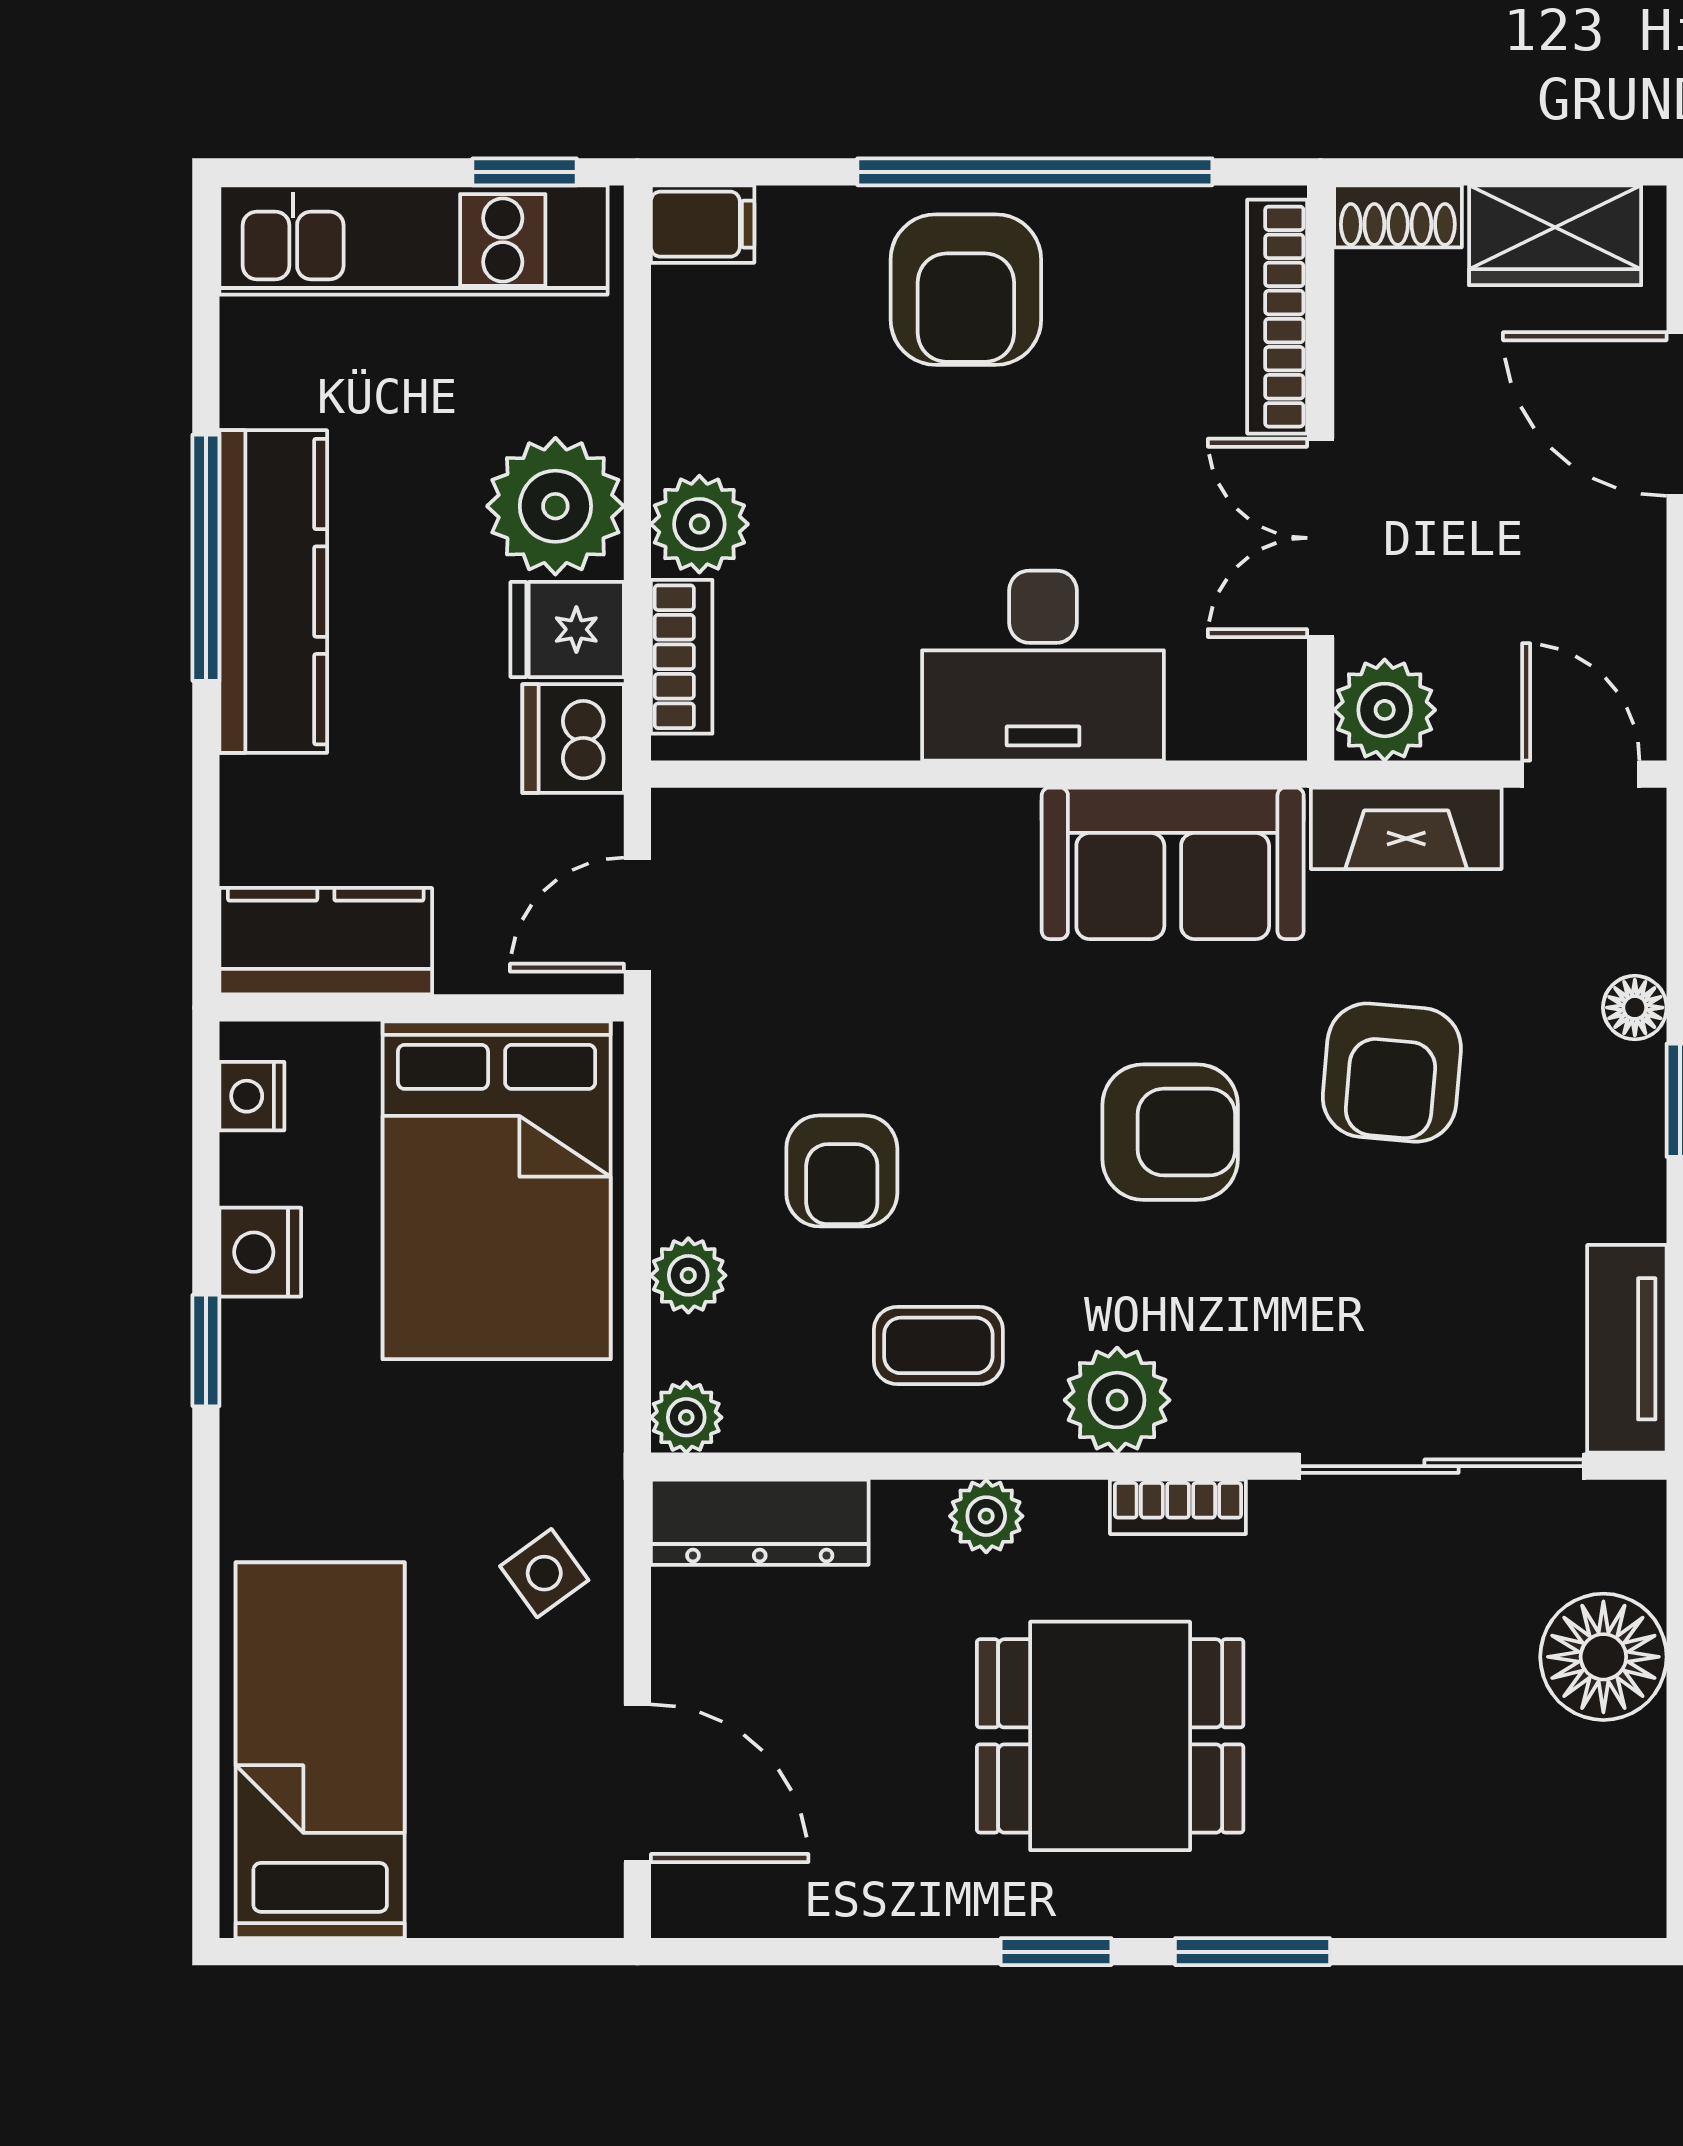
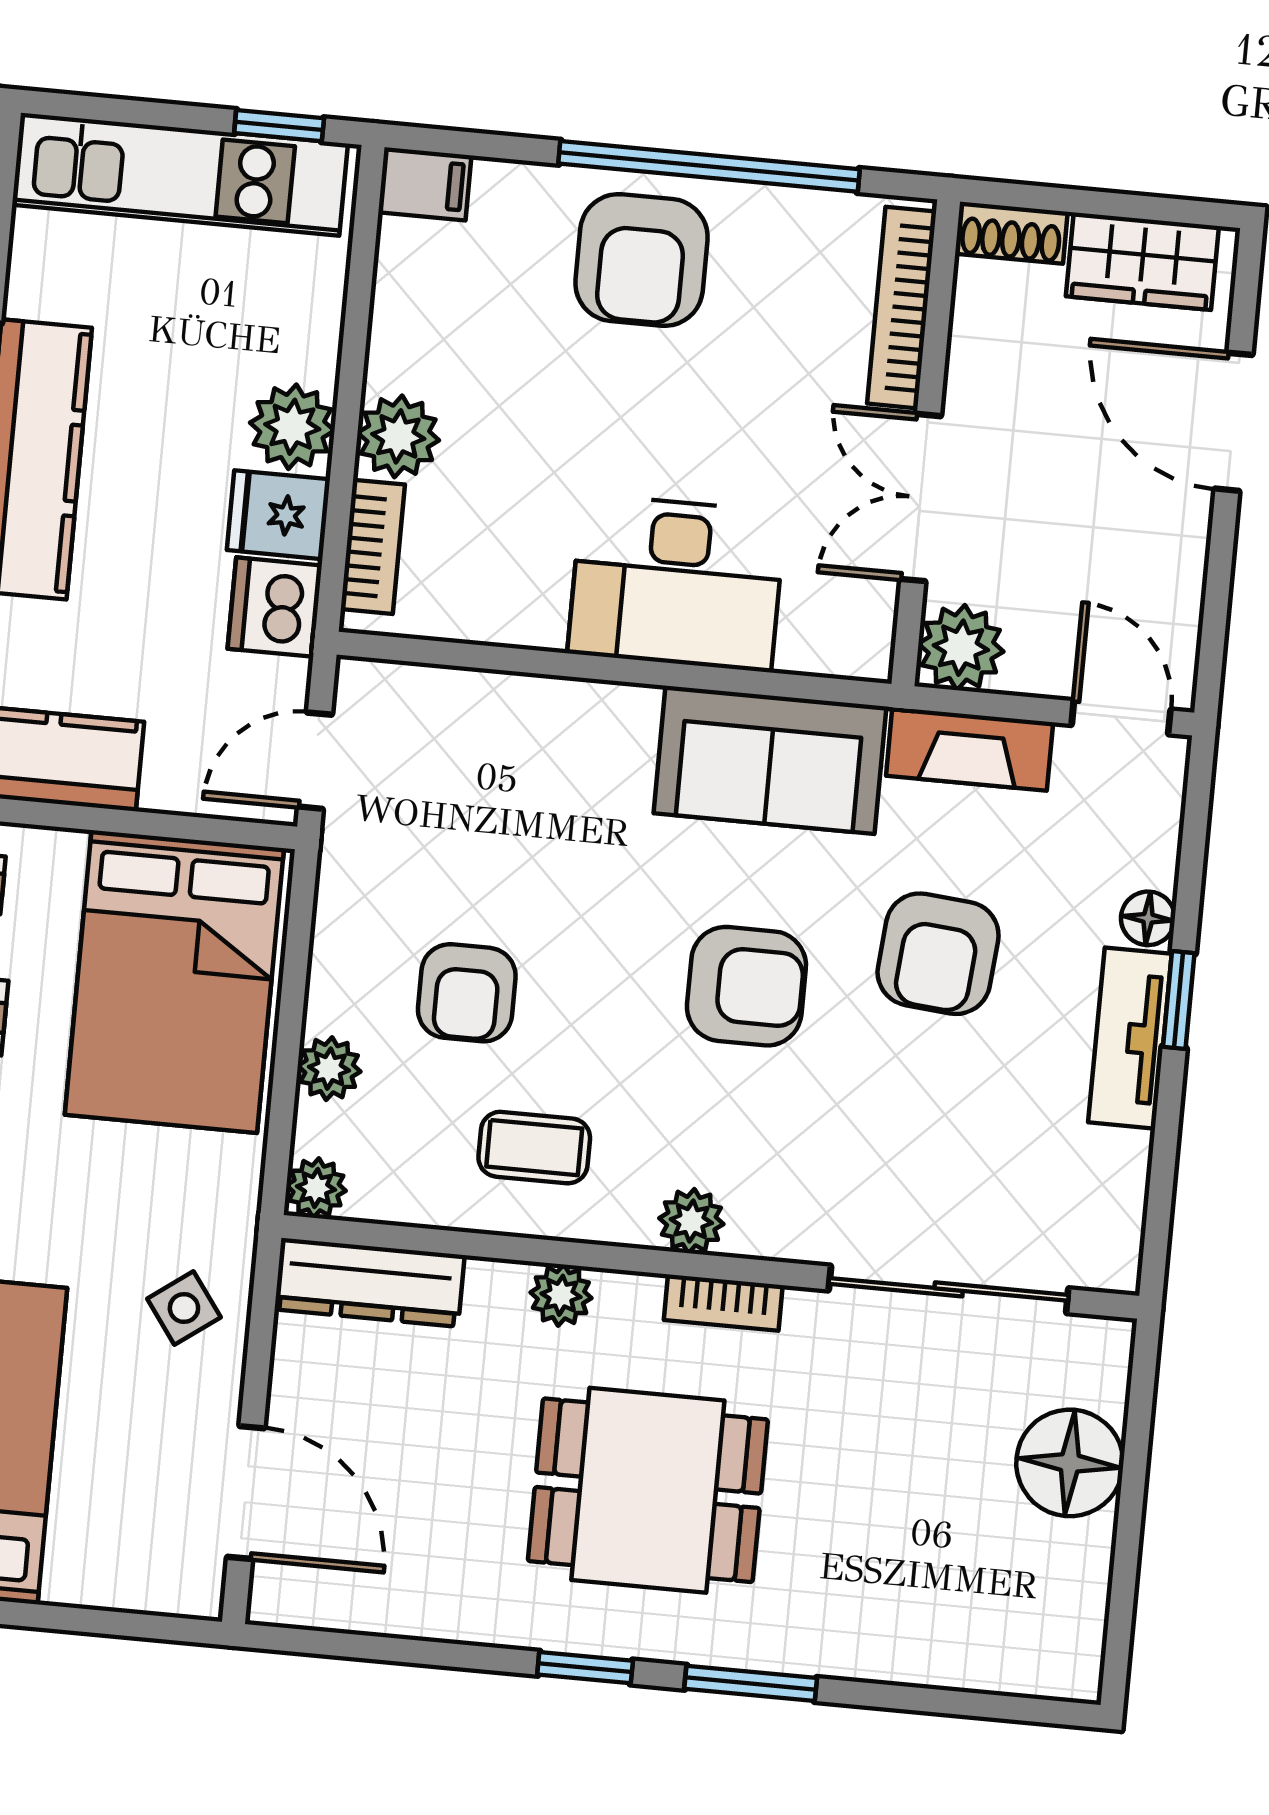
plant: (555, 506) -> (292, 427), width x0.73, depth x0.73
tv unit: (1627, 1349) -> (1130, 1038), moved
plant: (1117, 1400) -> (691, 1221), width x0.73, depth x0.73

